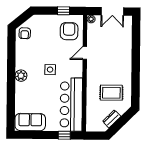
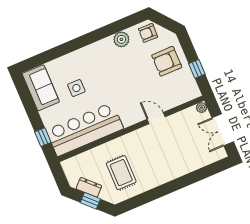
armchair: (69, 31) -> (167, 61), moved, turned 180
side table: (50, 70) -> (76, 88), moved
plant: (21, 76) -> (121, 39), moved
window: (121, 122) -> (90, 201), added

